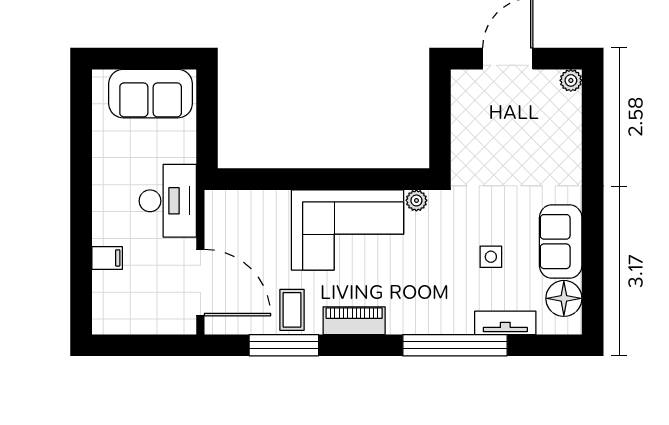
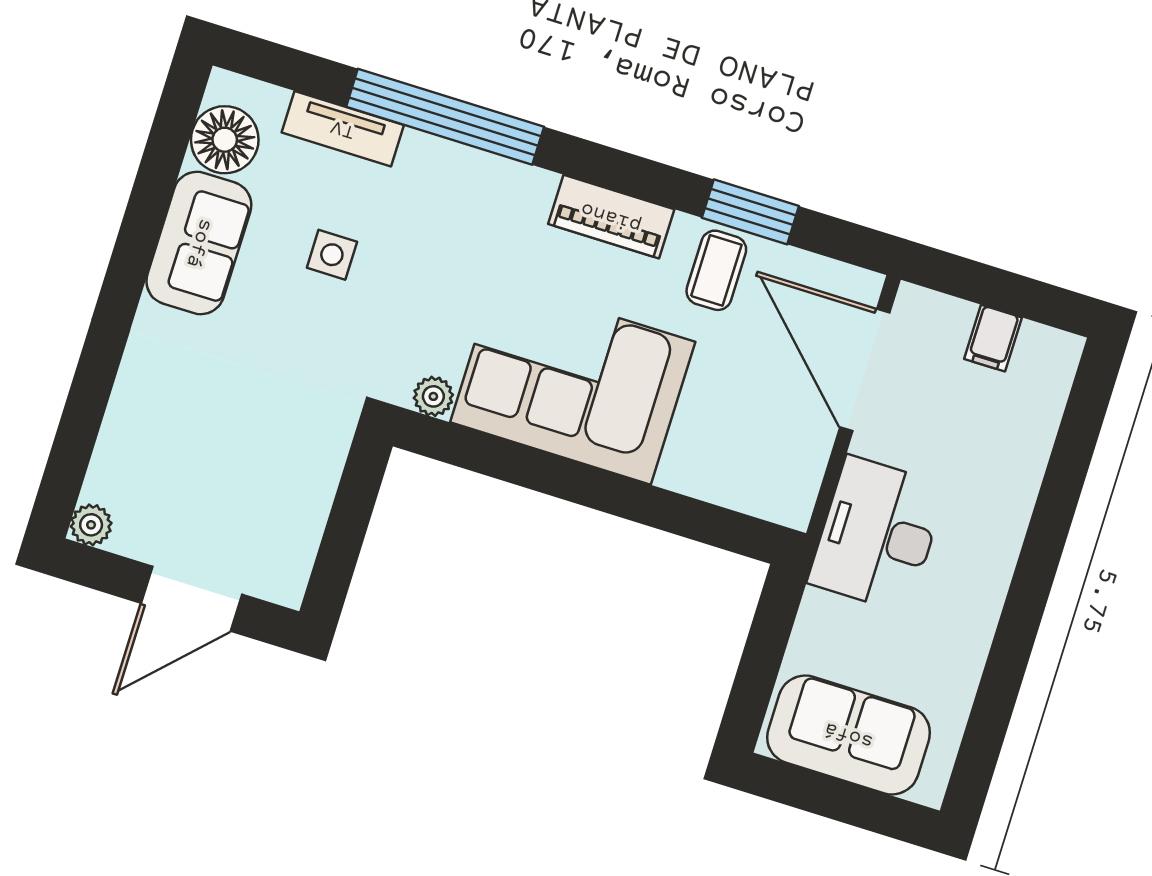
filing cabinet: (107, 258) -> (993, 338), moved, turned -90
window: (284, 345) -> (750, 212), width x0.69

